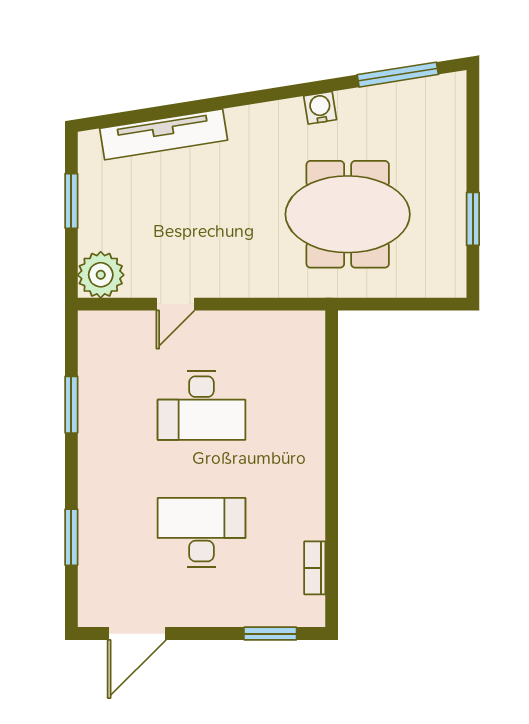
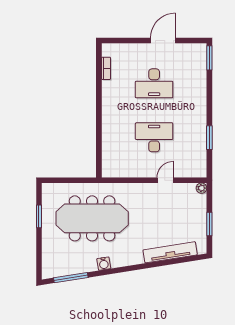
meeting table: (348, 214) -> (92, 218), width x1.36
plant: (101, 275) -> (201, 188), width x0.53, depth x0.53
window: (71, 537) -> (209, 58), moved
door: (137, 634) -> (163, 40), moved
window: (270, 634) -> (125, 40), removed

